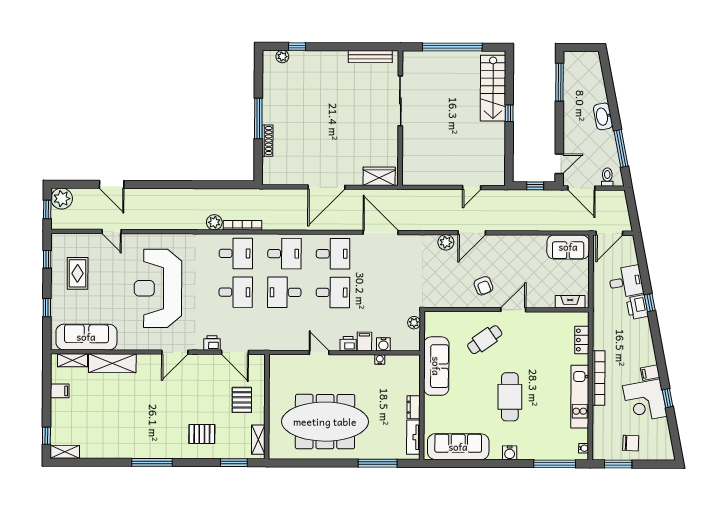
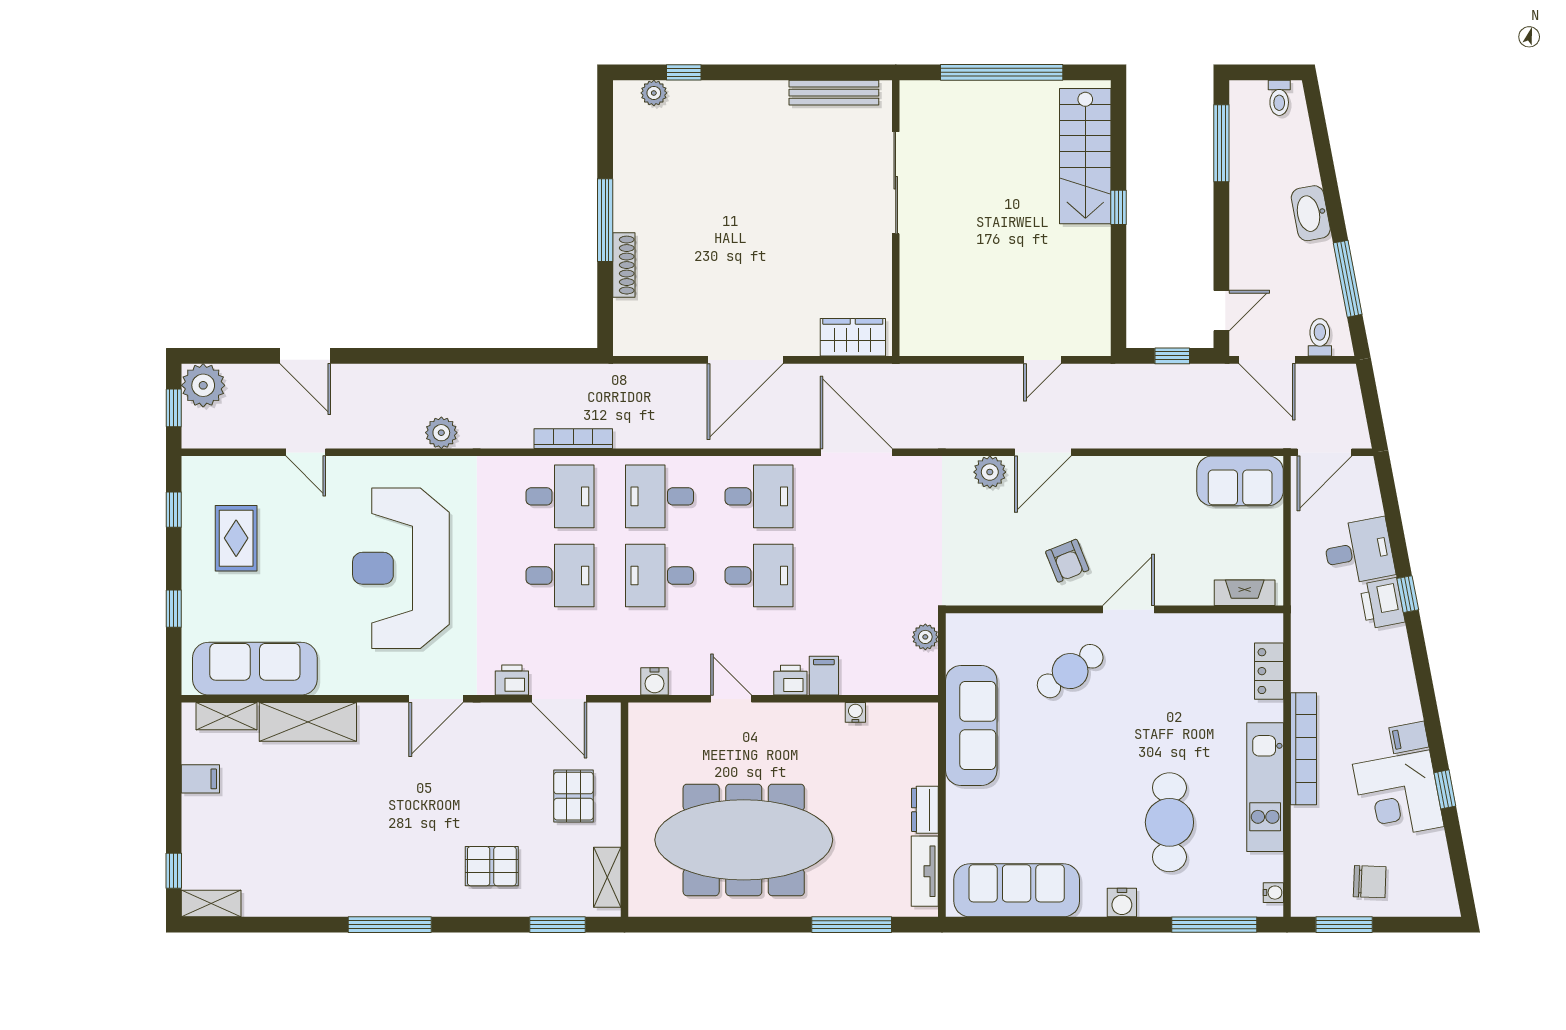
toilet: (588, 60) -> (1279, 98), added
plant: (214, 222) -> (441, 433), moved
desk: (284, 254) -> (660, 496), turned 180
water cooler: (383, 344) -> (655, 681), moved
cafe table: (510, 397) -> (1169, 822), moved

